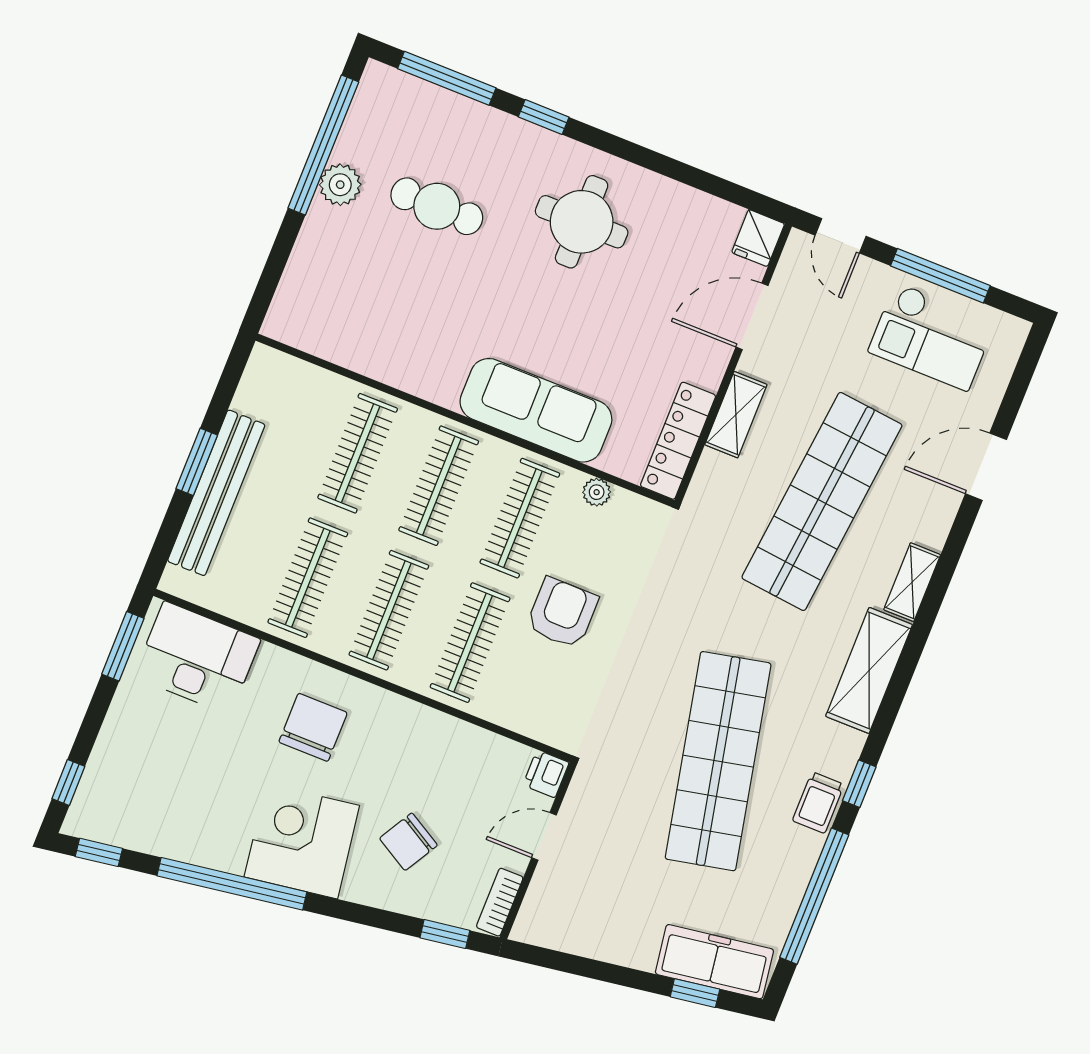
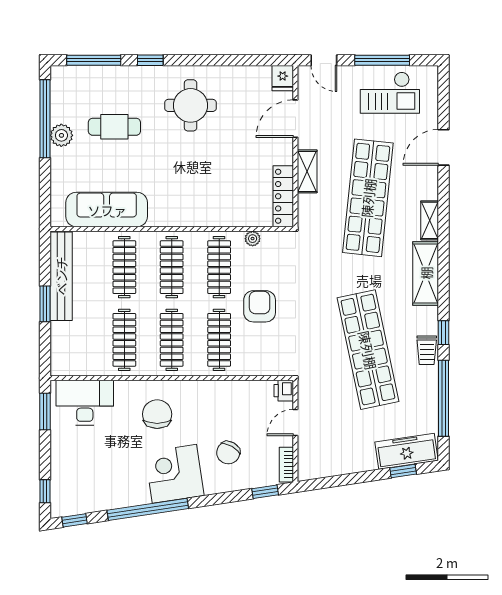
sofa: (536, 410) -> (107, 210), moved
bench: (216, 493) -> (61, 276), moved

